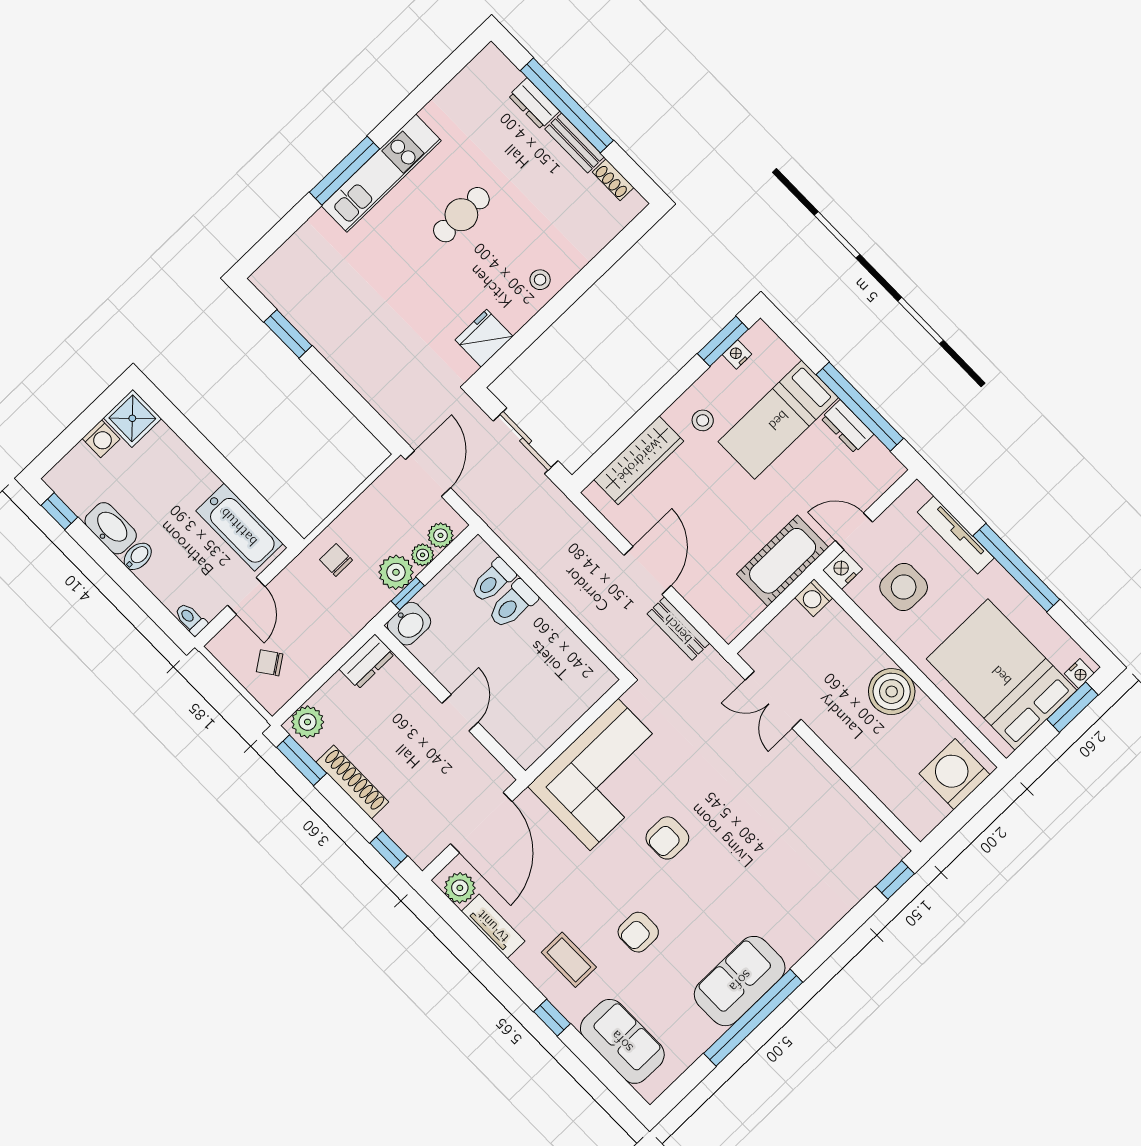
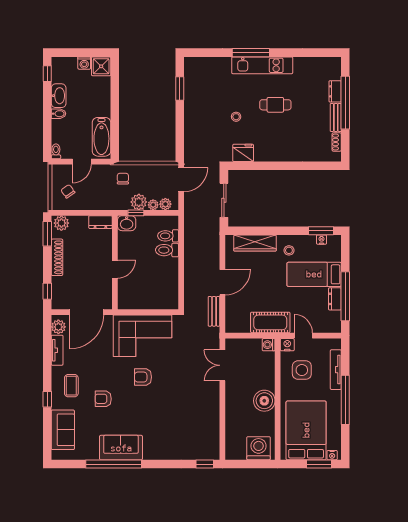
stool: (540, 280) -> (236, 117), moved

